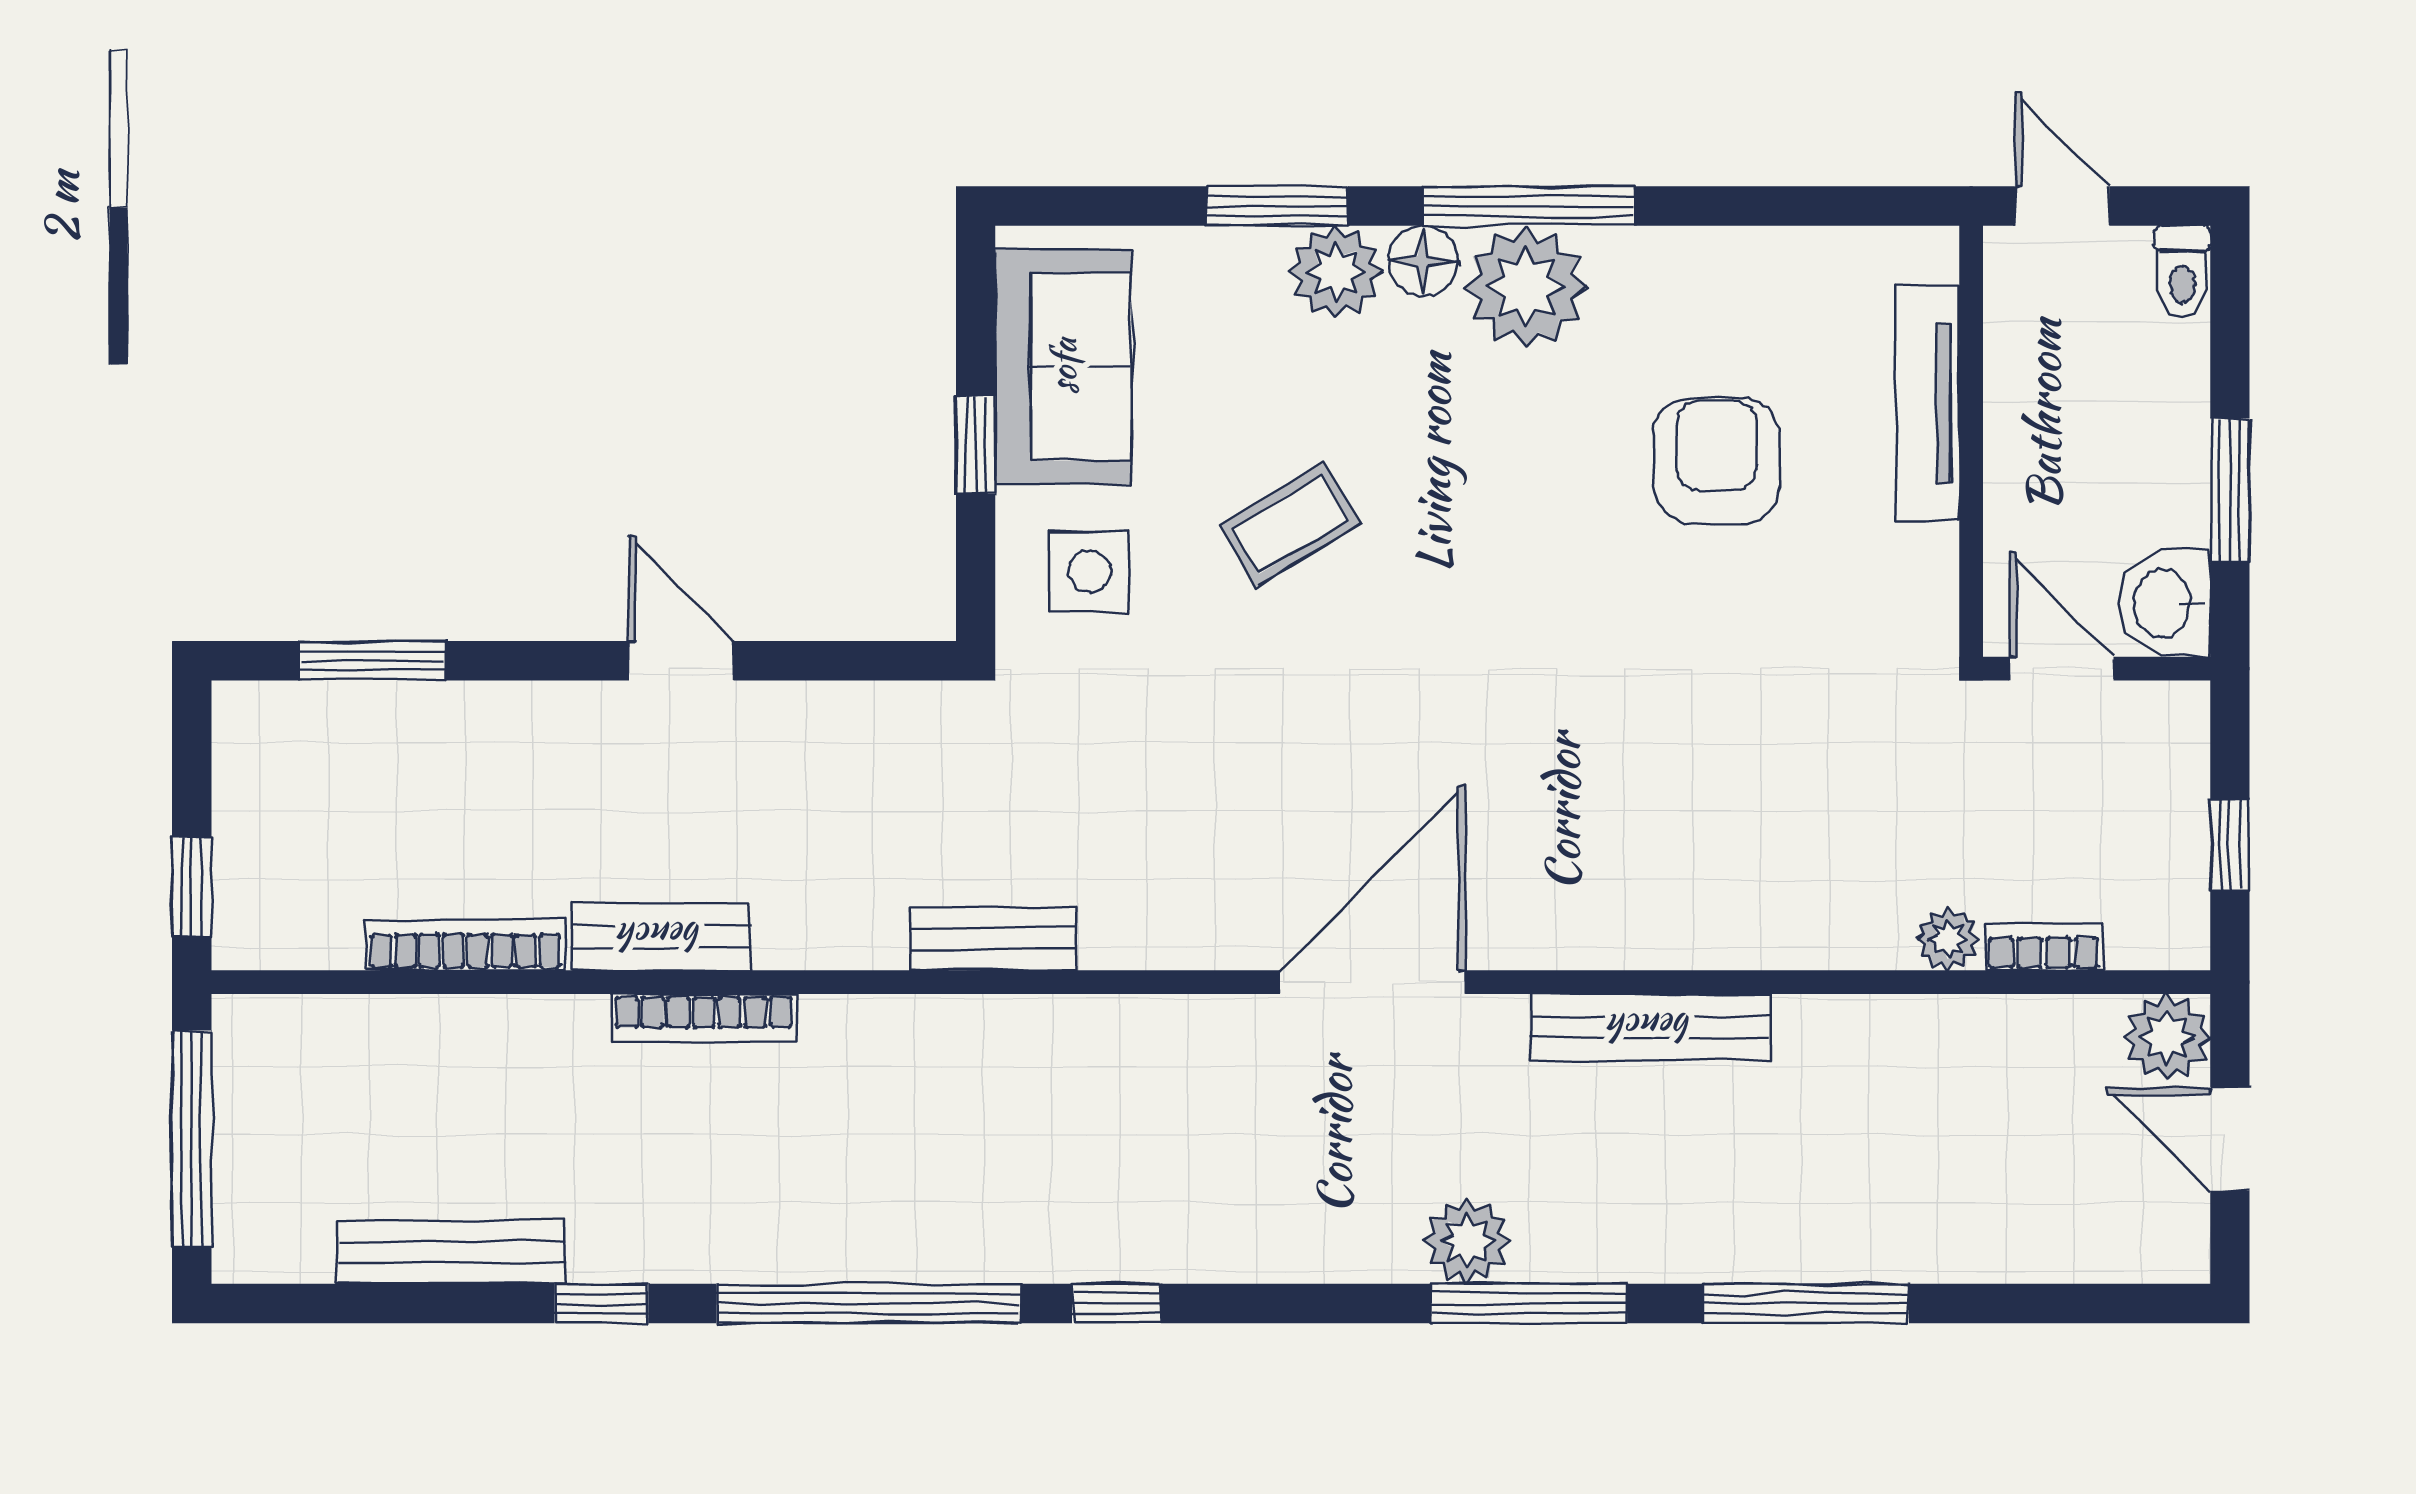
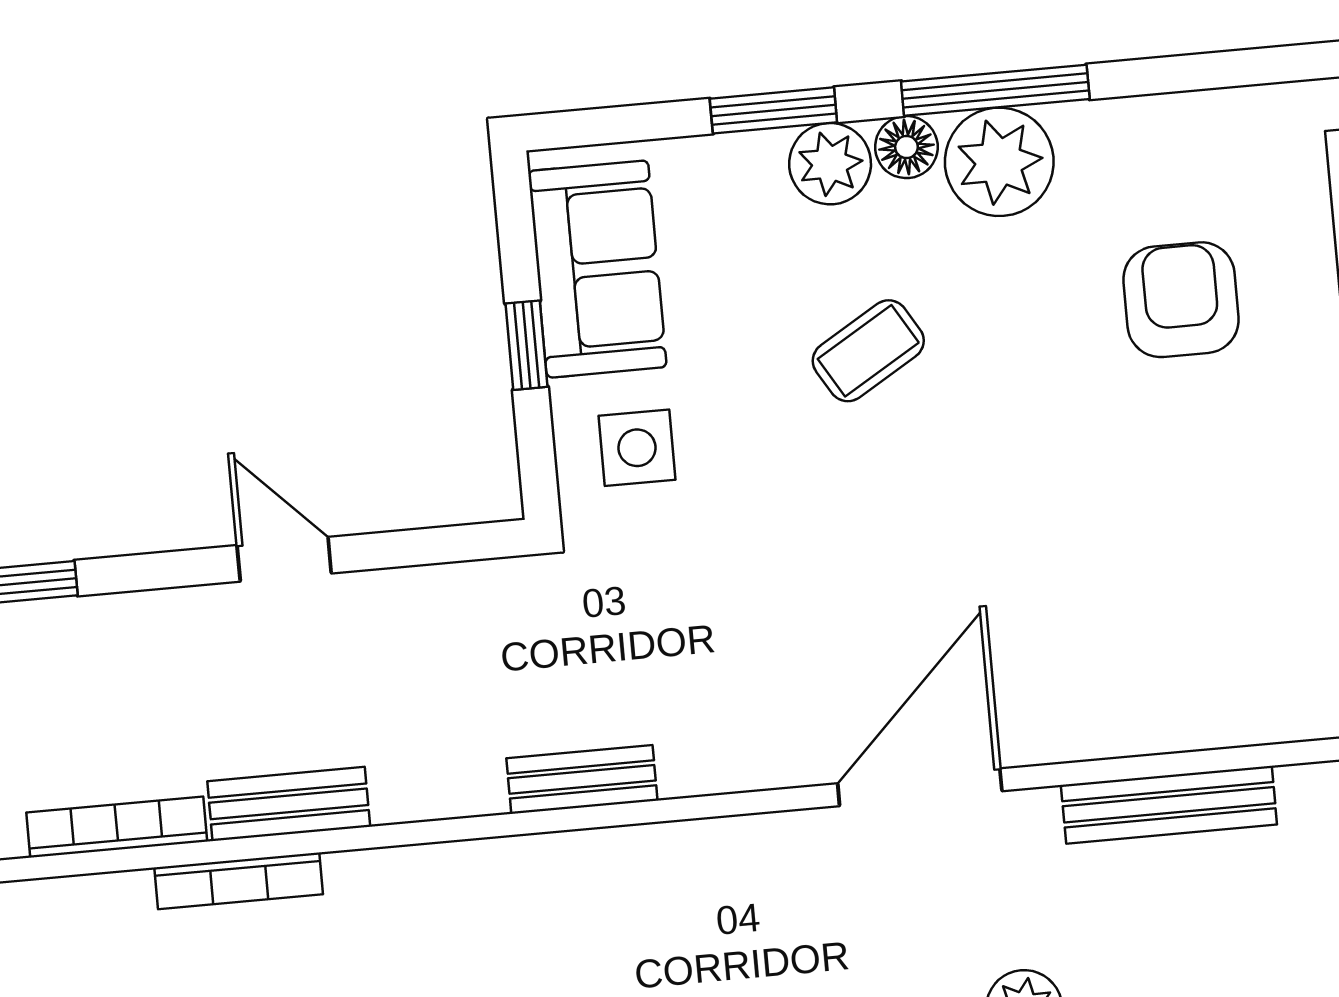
coffee table: (1290, 524) -> (868, 351), moved
bookcase: (704, 1018) -> (239, 881), moved

